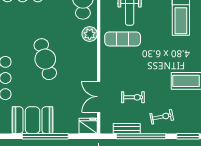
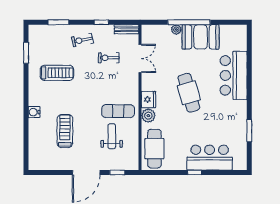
fridge: (88, 126) -> (149, 100), moved, turned -90
plant: (59, 128) -> (176, 30), added
bench: (127, 129) -> (126, 29), moved
window: (141, 136) -> (101, 22), width x0.32

